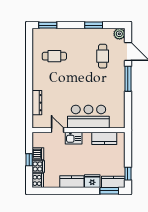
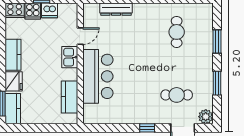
window: (48, 25) -> (217, 41), moved
window: (128, 79) -> (147, 128), width x0.46
window: (128, 174) -> (24, 128), removed

